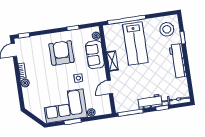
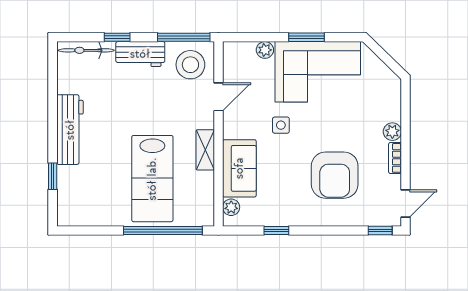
stool: (167, 29) -> (190, 65), moved
lab bench: (135, 44) -> (152, 179), turned 180
armchair: (62, 53) -> (335, 175), moved

